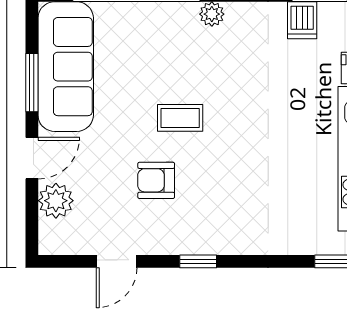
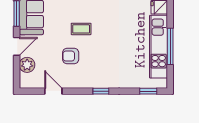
door: (117, 261) -> (53, 91), swing flipped
window: (198, 261) -> (101, 91), moved

